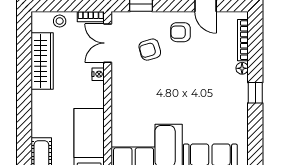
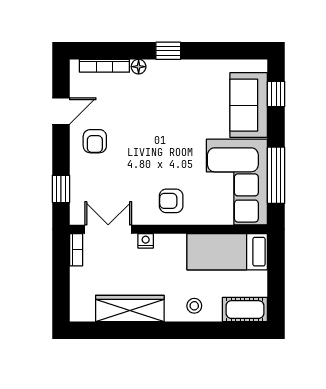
stool: (60, 21) -> (194, 306), moved
double door: (108, 43) -> (108, 229), swing flipped
armchair: (150, 50) -> (171, 201), moved, turned 106

